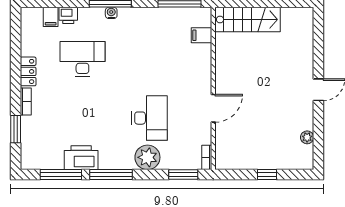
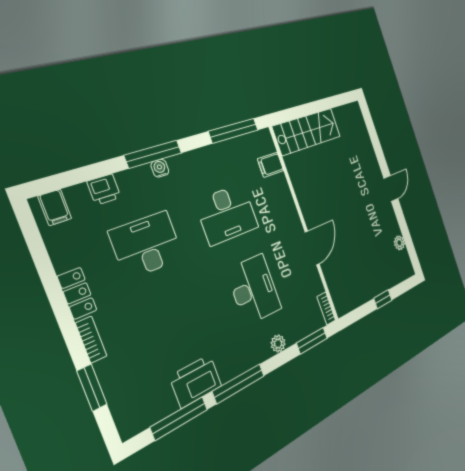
filing cabinet: (51, 17) -> (55, 207), moved
desk: (149, 59) -> (227, 214), added
plant: (147, 157) -> (278, 344), width x0.53, depth x0.53

